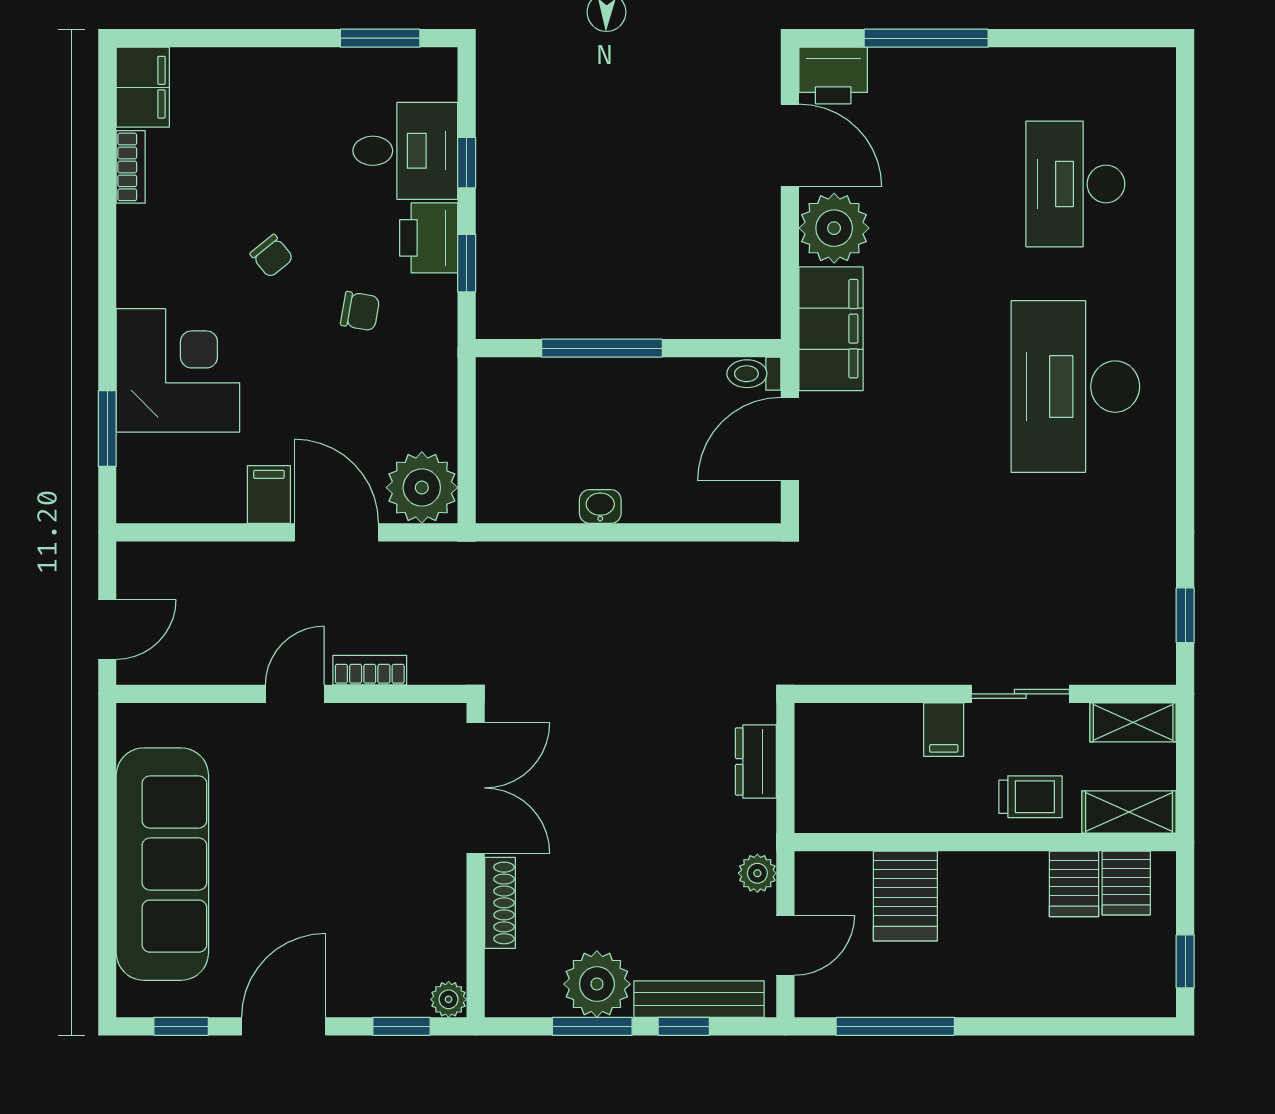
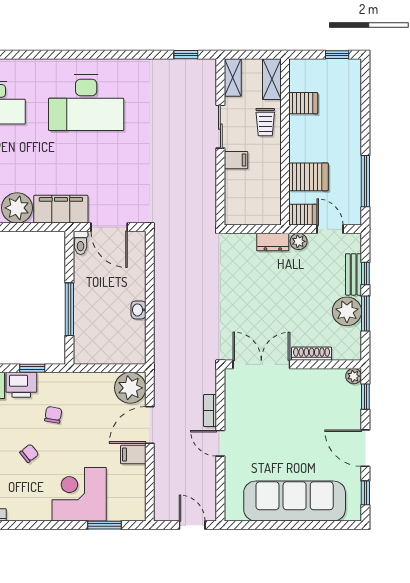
dresser: (756, 761) -> (273, 242), moved
trolley: (1031, 797) -> (265, 122), turned 180
server rack: (1126, 883) -> (303, 215), moved
bench: (699, 999) -> (354, 274), width x0.73

